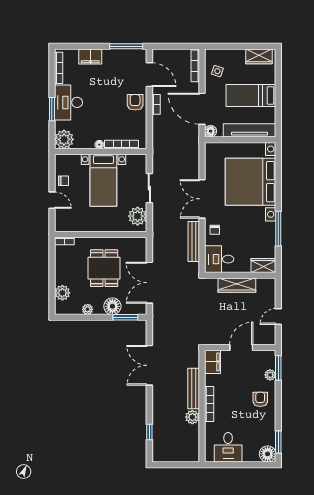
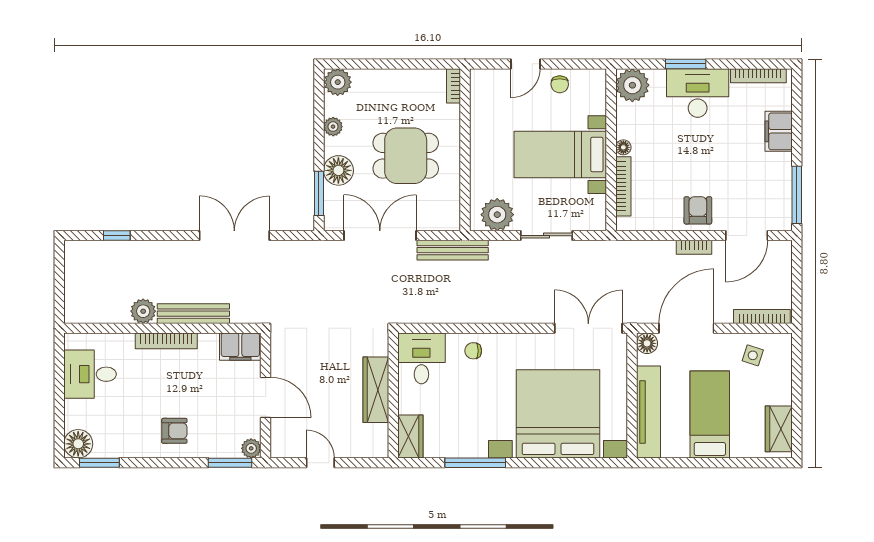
armchair: (135, 102) -> (698, 210), turned -90
double door: (202, 199) -> (588, 328), moved
bench: (194, 241) -> (453, 250), moved
plant: (62, 293) -> (338, 82), moved
plant: (270, 375) -> (251, 448), moved

